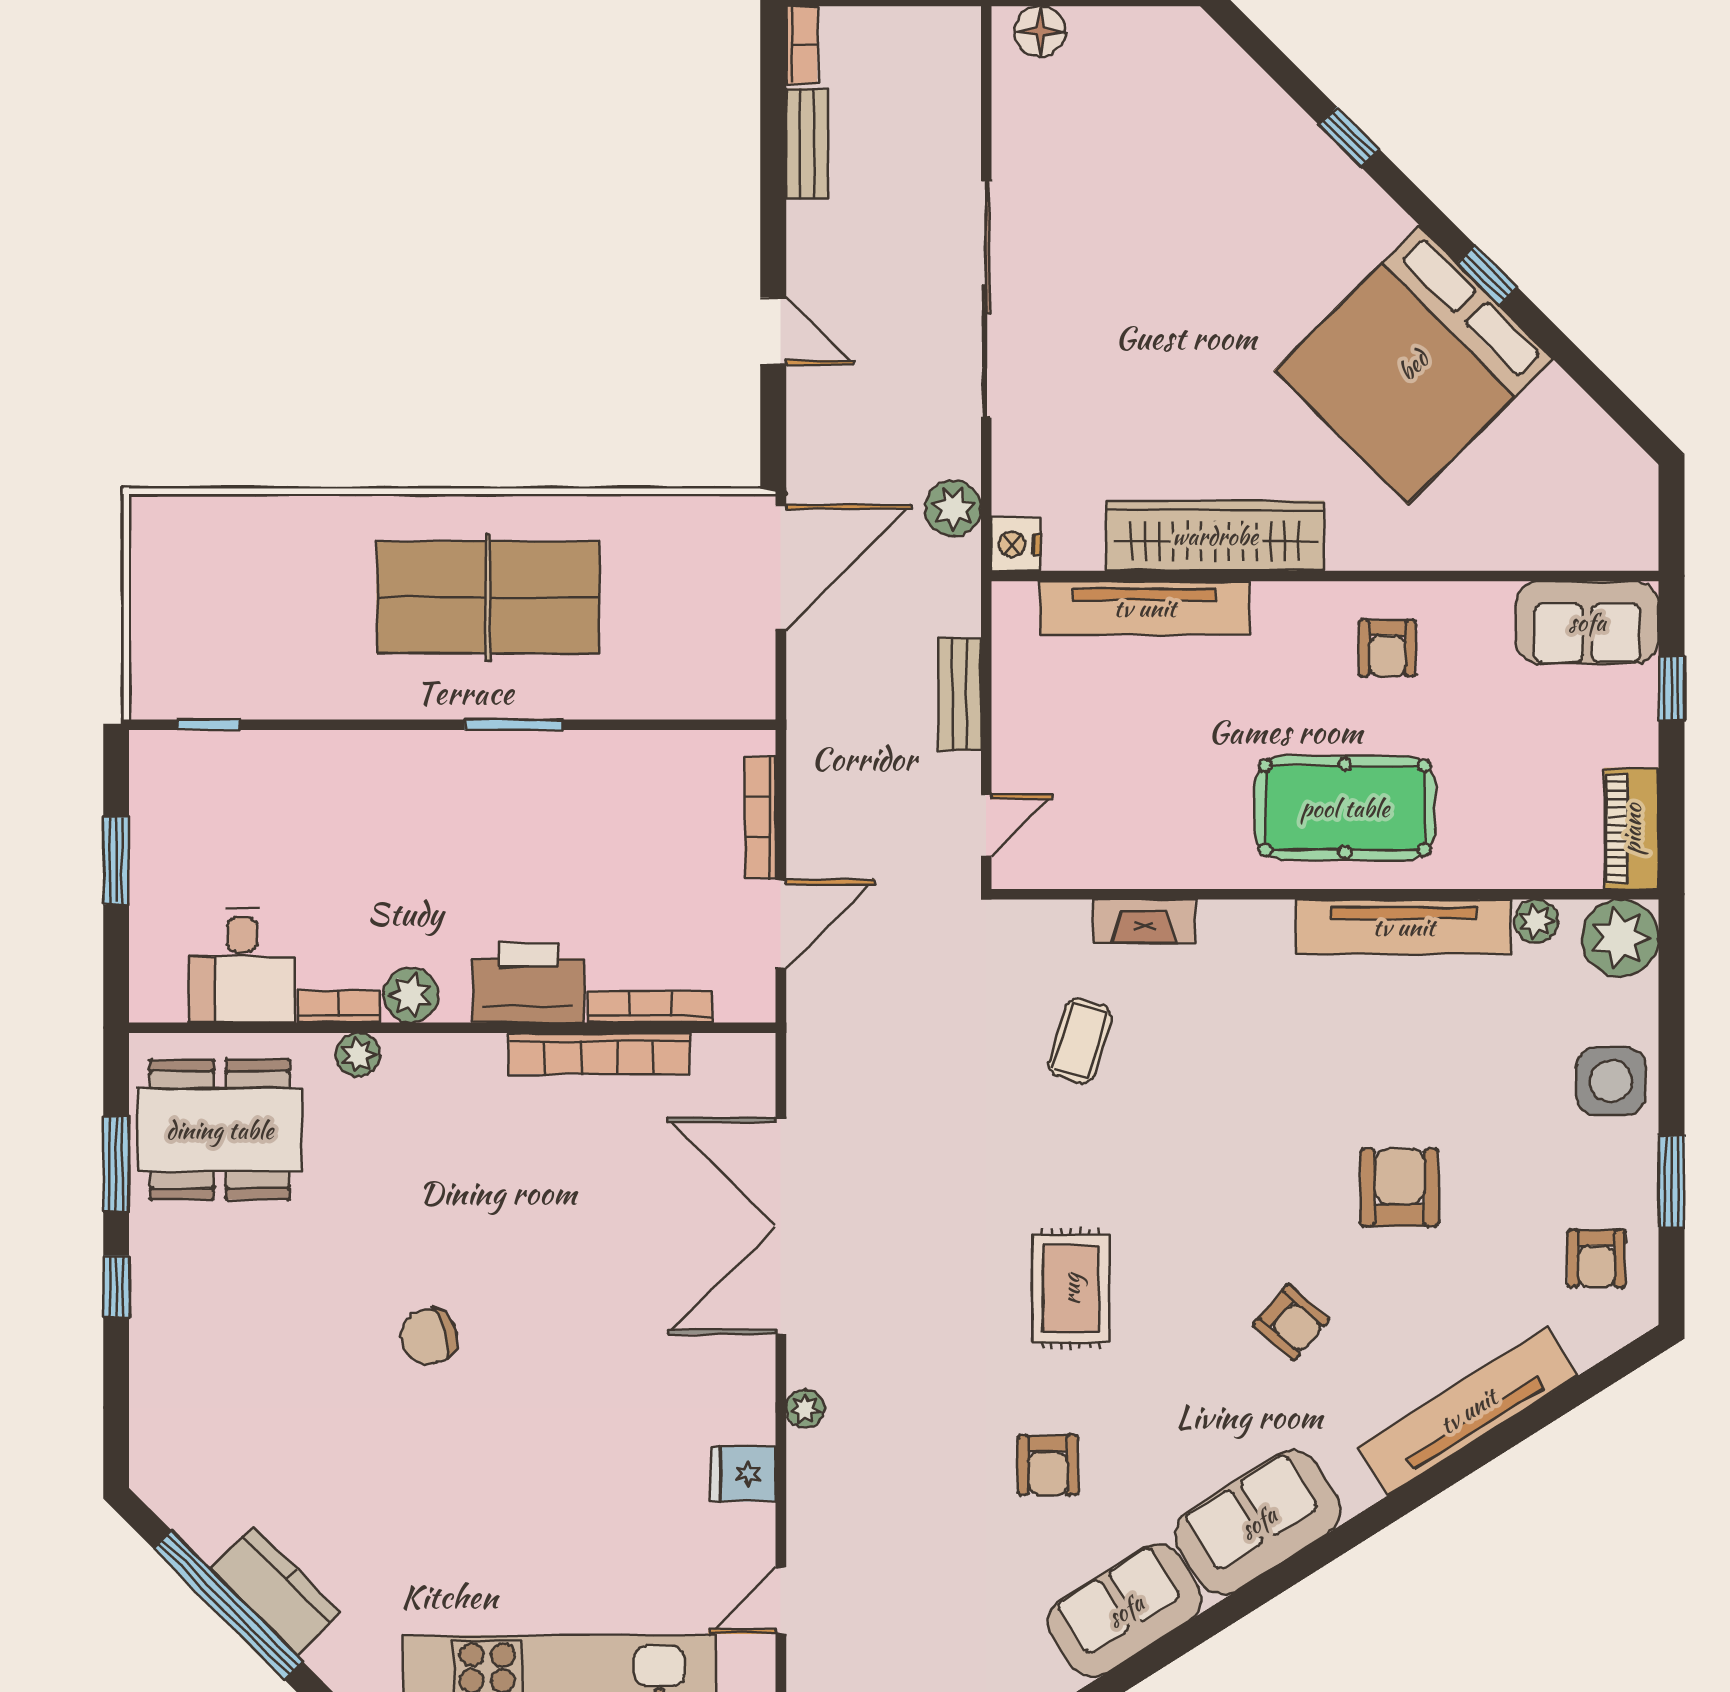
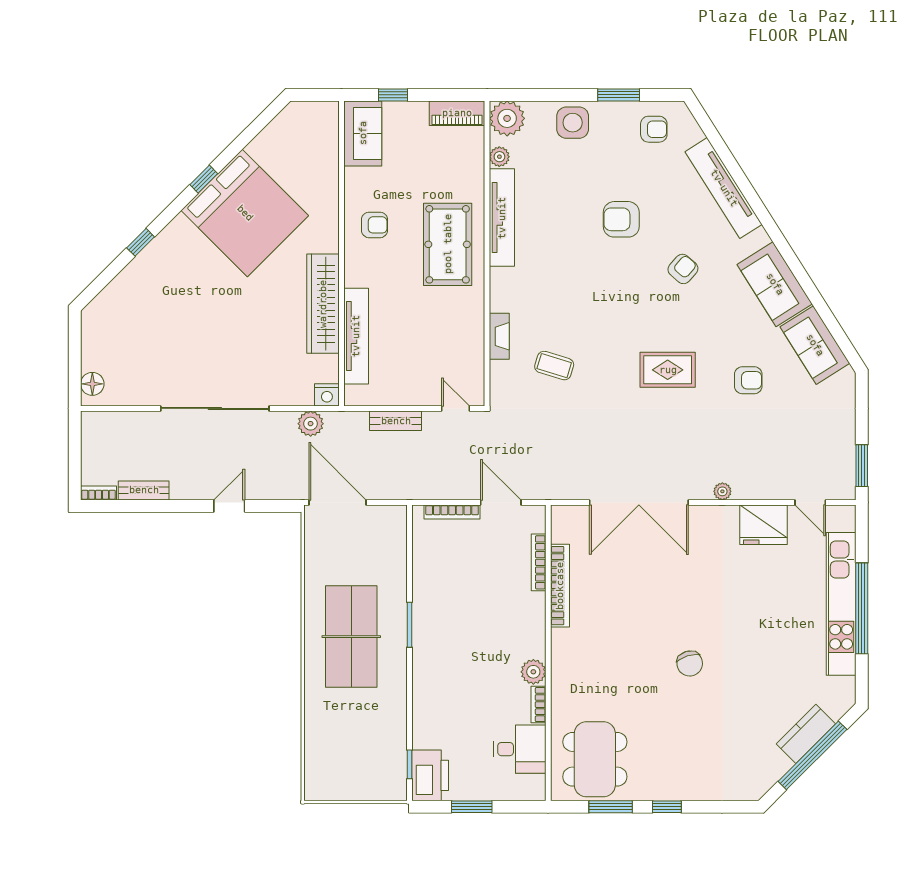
printer: (528, 983) -> (430, 775), moved, turned 180
plant: (358, 1055) -> (561, 696), removed
fridge: (743, 1474) -> (764, 525), width x1.88, depth x1.34

